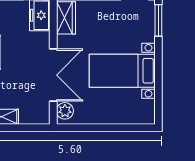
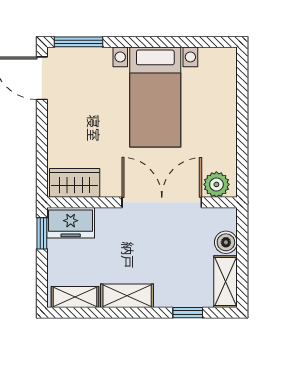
boiler: (27, 117) -> (226, 242), added

